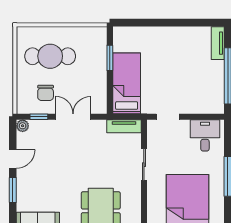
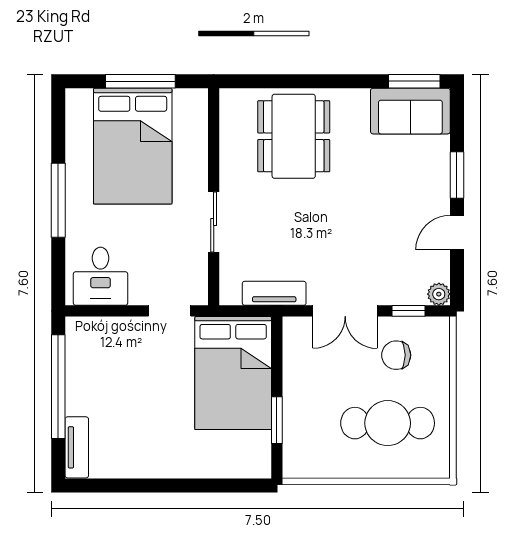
bed: (127, 83) -> (233, 373), width x1.50
chair: (46, 93) -> (396, 355), turned -90
tv unit: (124, 126) -> (274, 293), moved

